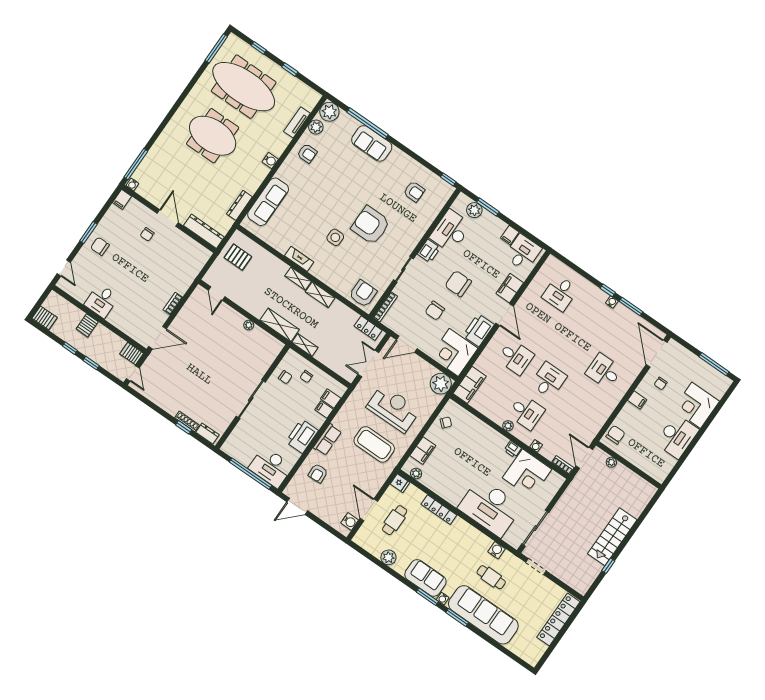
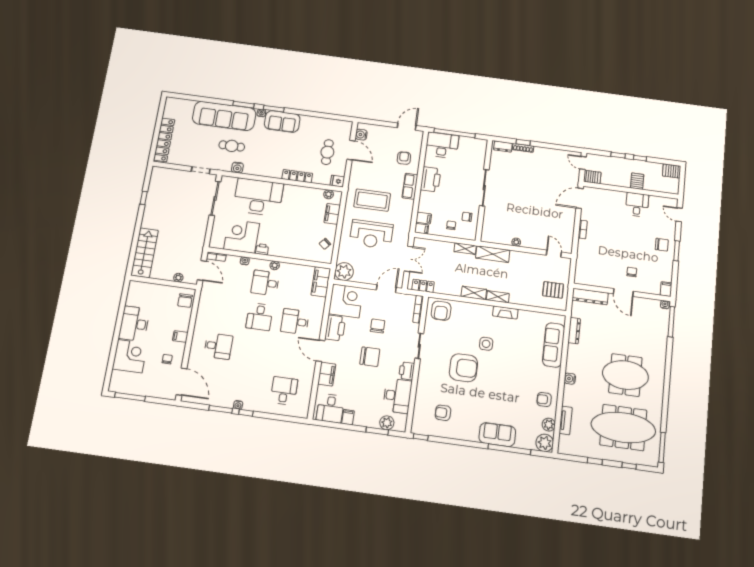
filing cabinet: (324, 410) -> (422, 229), moved
stairs: (612, 537) -> (144, 253), moved
plant: (388, 557) -> (318, 123), removed

